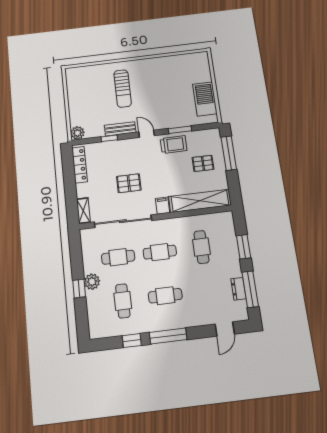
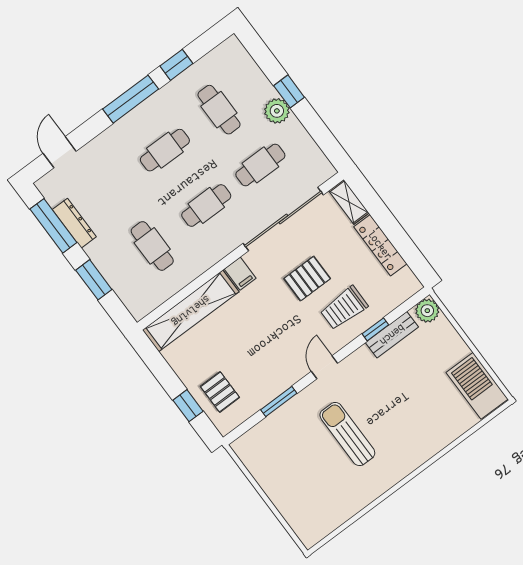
sun lounger: (123, 88) -> (347, 434), moved
barbecue: (205, 99) -> (477, 386), moved, turned 180
bench: (120, 129) -> (392, 335), moved
door: (147, 134) -> (325, 367), swing flipped
trolley: (174, 145) -> (344, 308), moved
window: (229, 153) -> (188, 406), width x0.46
pallet: (203, 163) -> (220, 392), moved, turned 90
locker: (79, 165) -> (380, 245), moved
dresser: (238, 289) -> (74, 223), width x1.44

